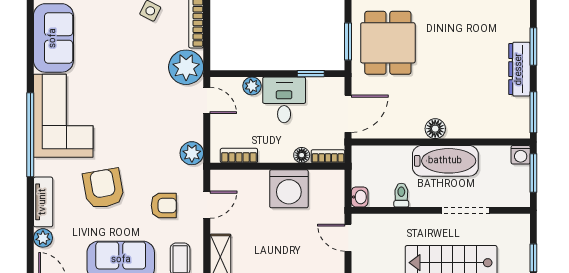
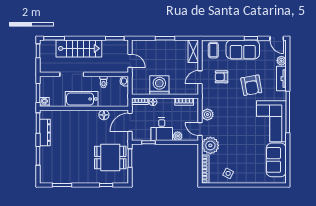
dining table: (388, 43) -> (110, 158), turned 90
dresser: (519, 69) -> (45, 133), moved
floor lamp: (435, 129) -> (104, 115), moved
plant: (192, 153) -> (207, 115), moved

